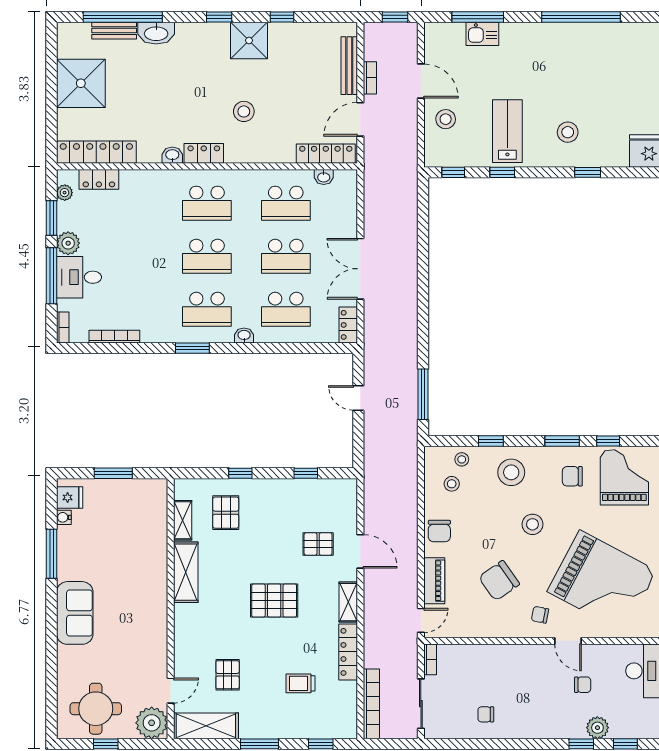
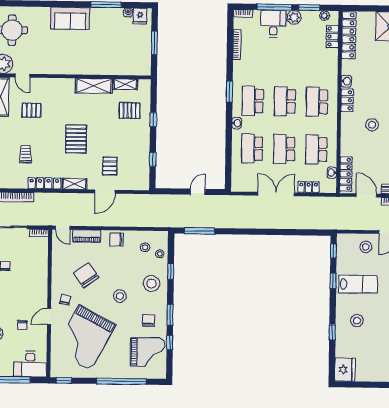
locker: (348, 325) -> (308, 187), moved

